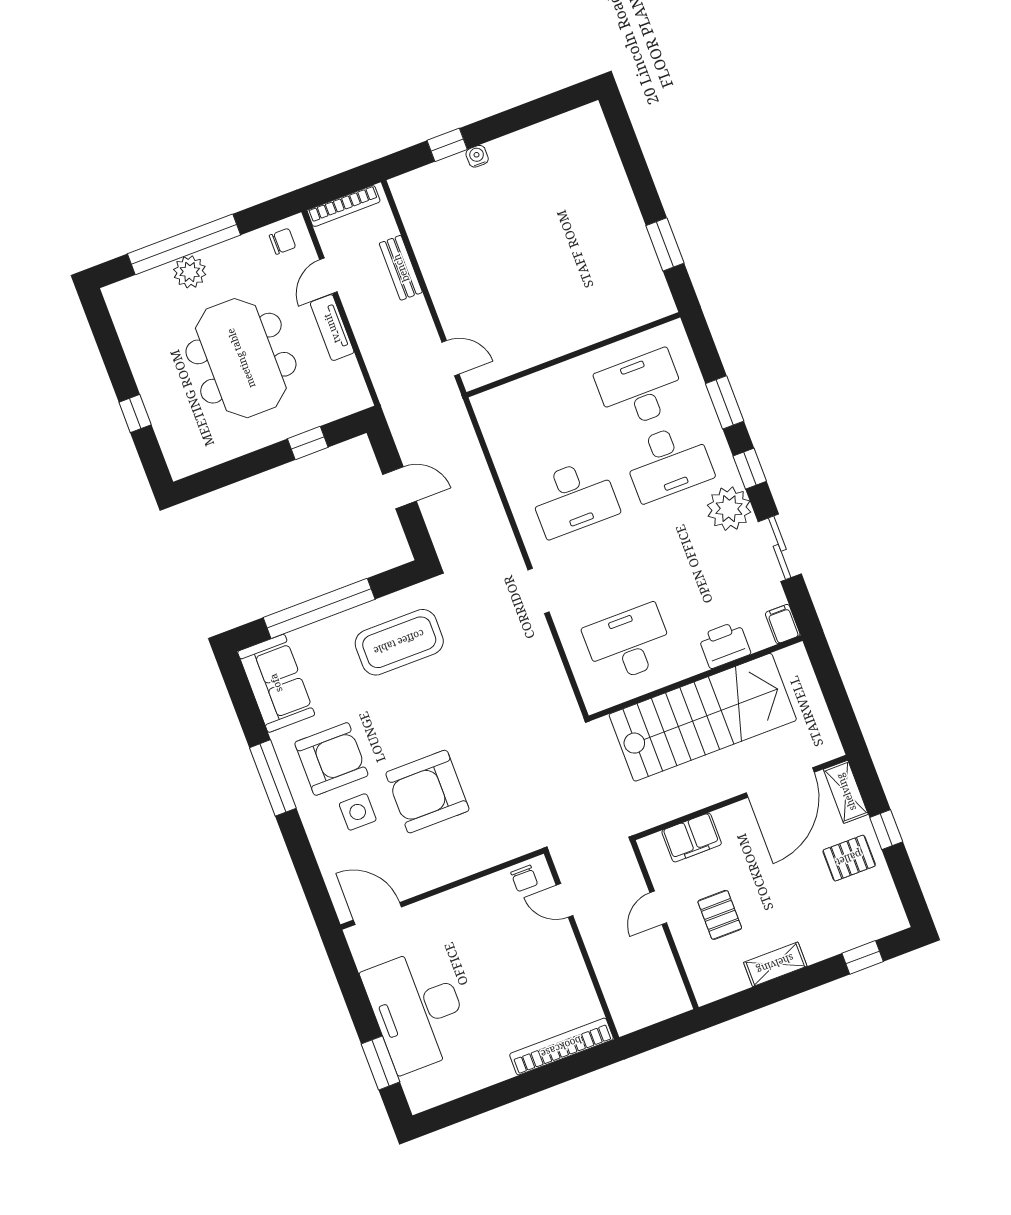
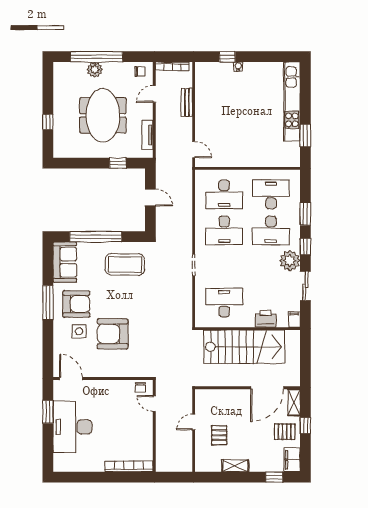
kitchen unit: (612, 186) -> (292, 102), added
tv unit: (332, 328) -> (147, 135), moved
desk: (546, 425) -> (224, 194), added
filing cabinet: (692, 838) -> (292, 460), moved, turned 90
window: (381, 1063) -> (48, 412), moved

